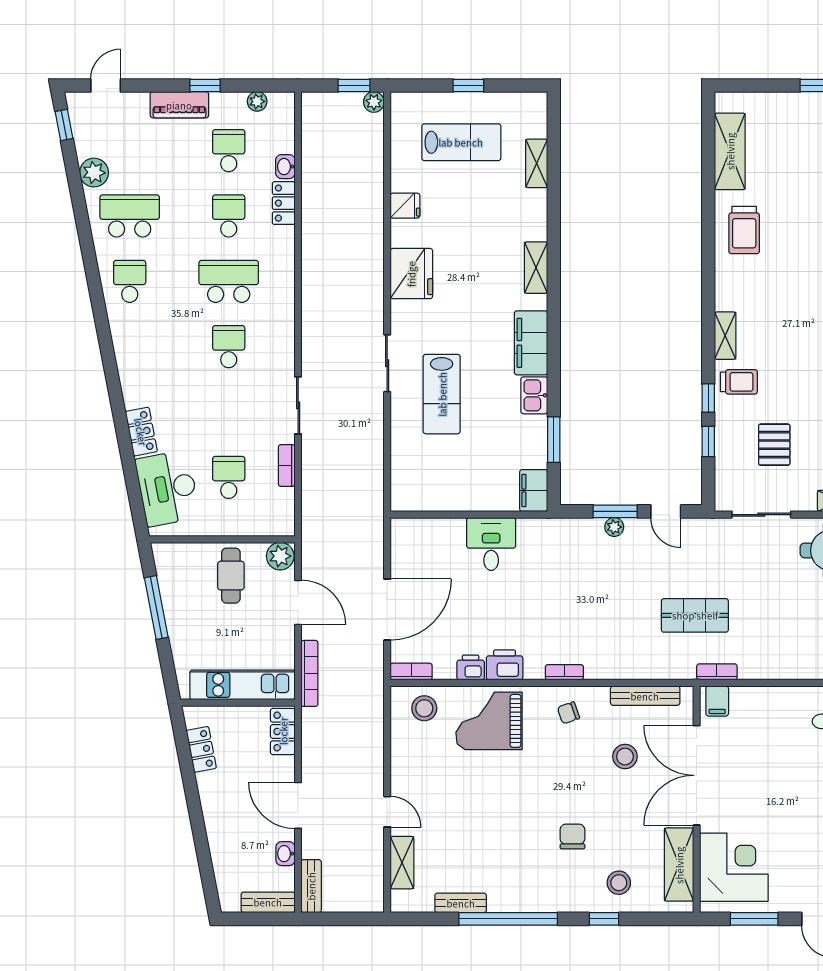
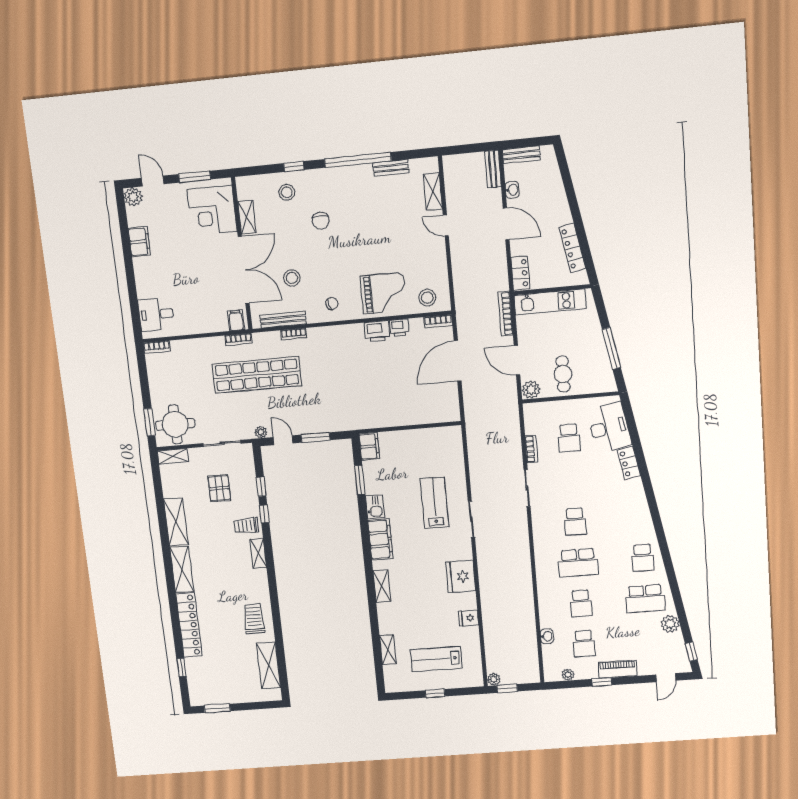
locker: (284, 203) -> (546, 614), removed
plant: (614, 527) -> (261, 432), moved
desk: (491, 544) -> (393, 410), removed
shop shelf: (695, 615) -> (257, 375), width x2.00, depth x1.36
bookcase: (564, 672) -> (294, 334), moved
locker: (201, 749) -> (572, 248), width x1.53
shelving: (679, 865) -> (247, 217), width x0.67, depth x0.75

